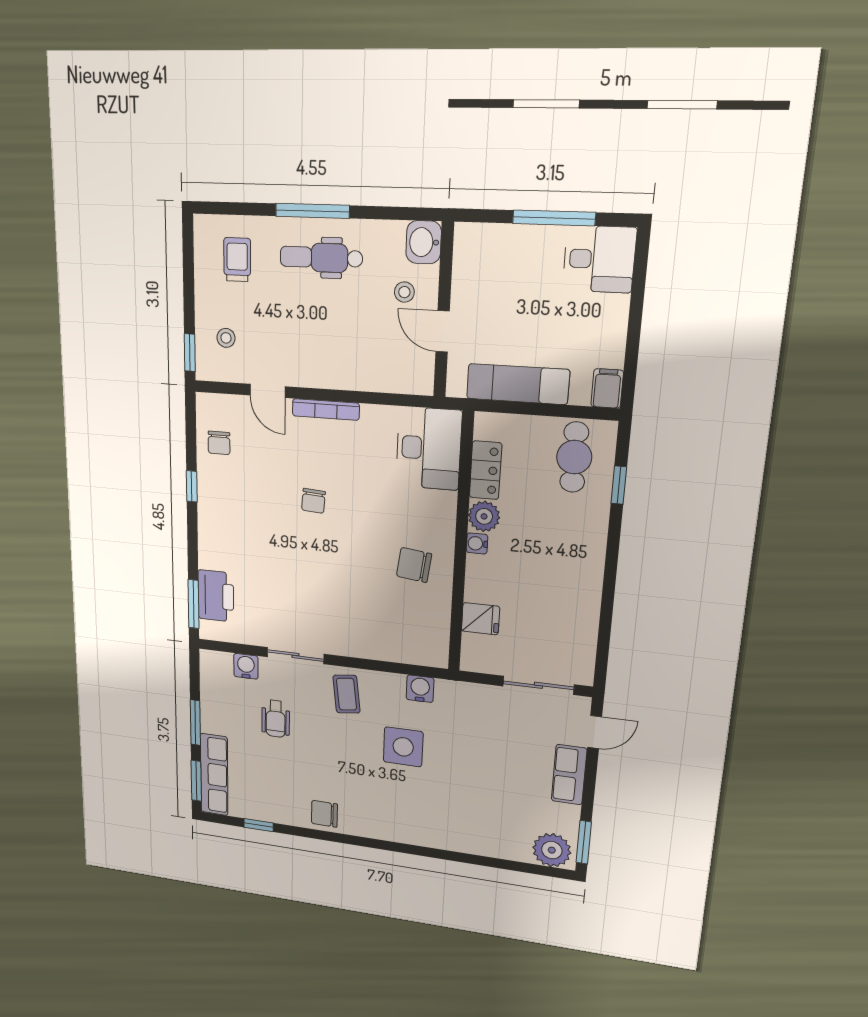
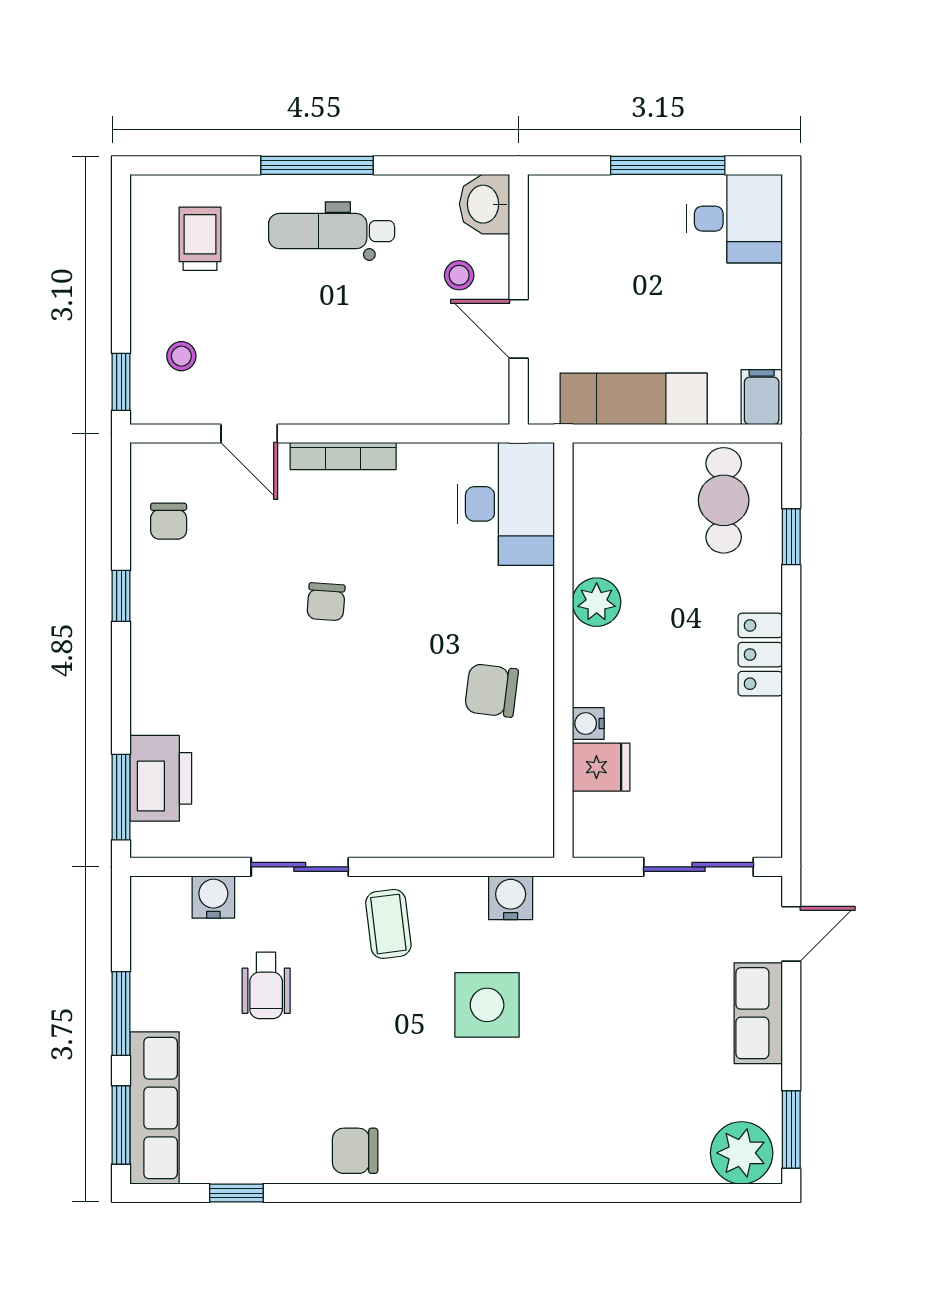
locker: (486, 470) -> (760, 655), moved, turned 180
water cooler: (477, 543) -> (588, 724), moved

